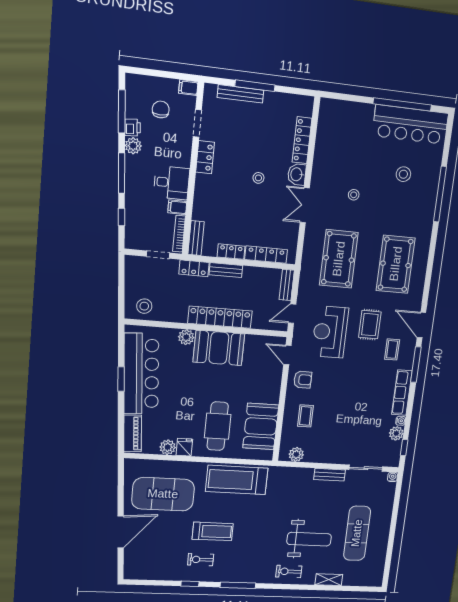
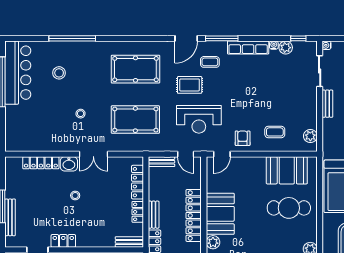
fridge: (184, 447) -> (309, 235), removed

